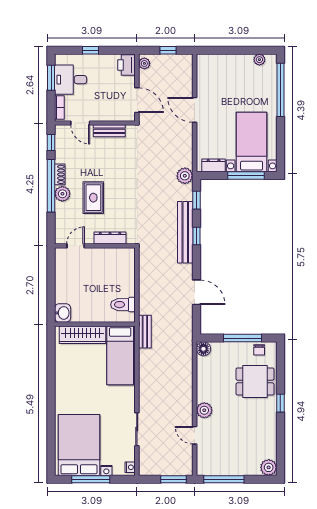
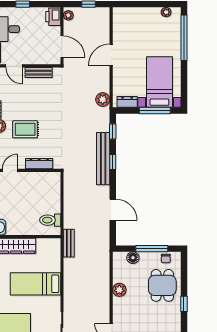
door: (195, 110) -> (111, 55), hinge flipped
plant: (185, 176) -> (103, 99), moved
rug: (93, 198) -> (25, 129), turned 90
floor lamp: (203, 349) -> (133, 258), moved
bed: (120, 355) -> (35, 284), moved, turned 90
dining table: (255, 381) -> (162, 285), turned 90
plant: (204, 410) -> (119, 290), moved

